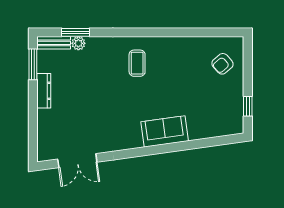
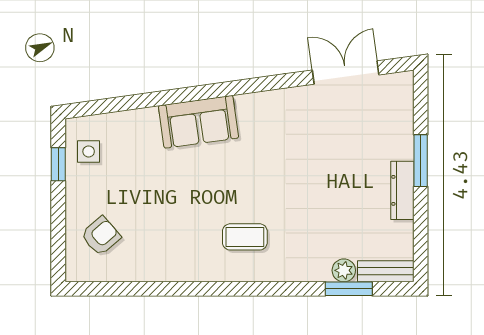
coffee table: (137, 63) -> (245, 237), turned 90
window: (33, 64) -> (421, 161), moved
side table: (230, 114) -> (89, 151), added

